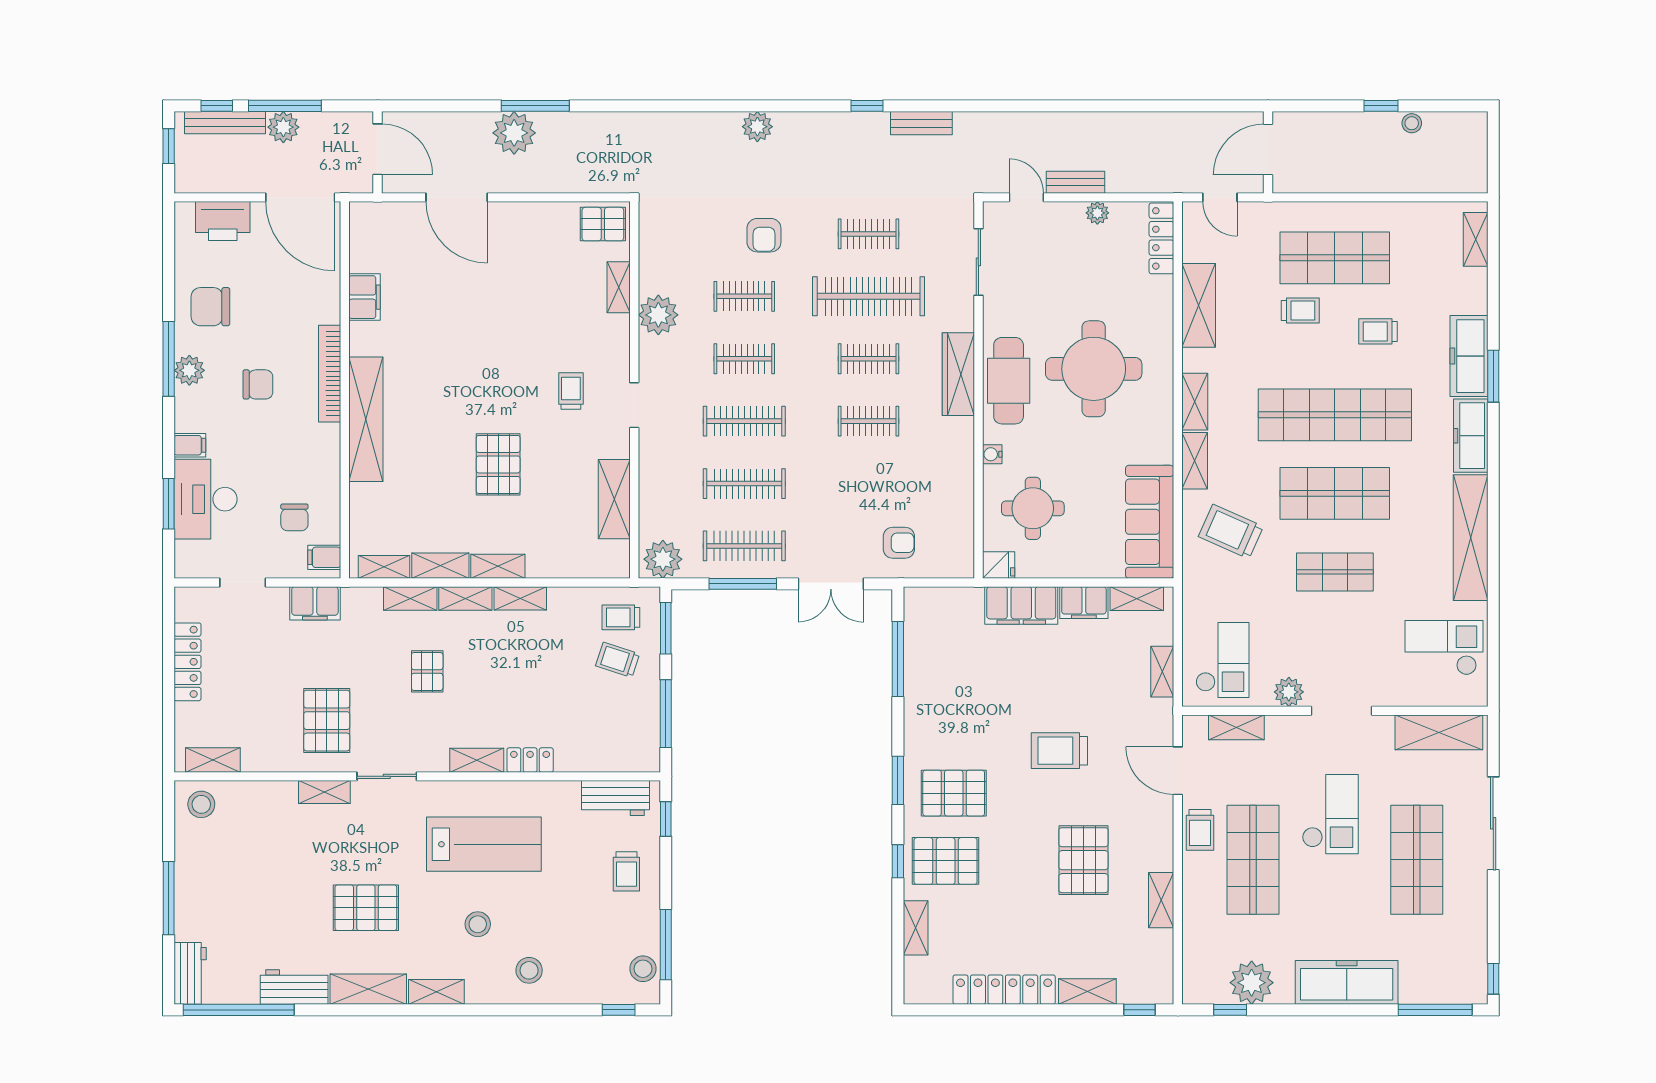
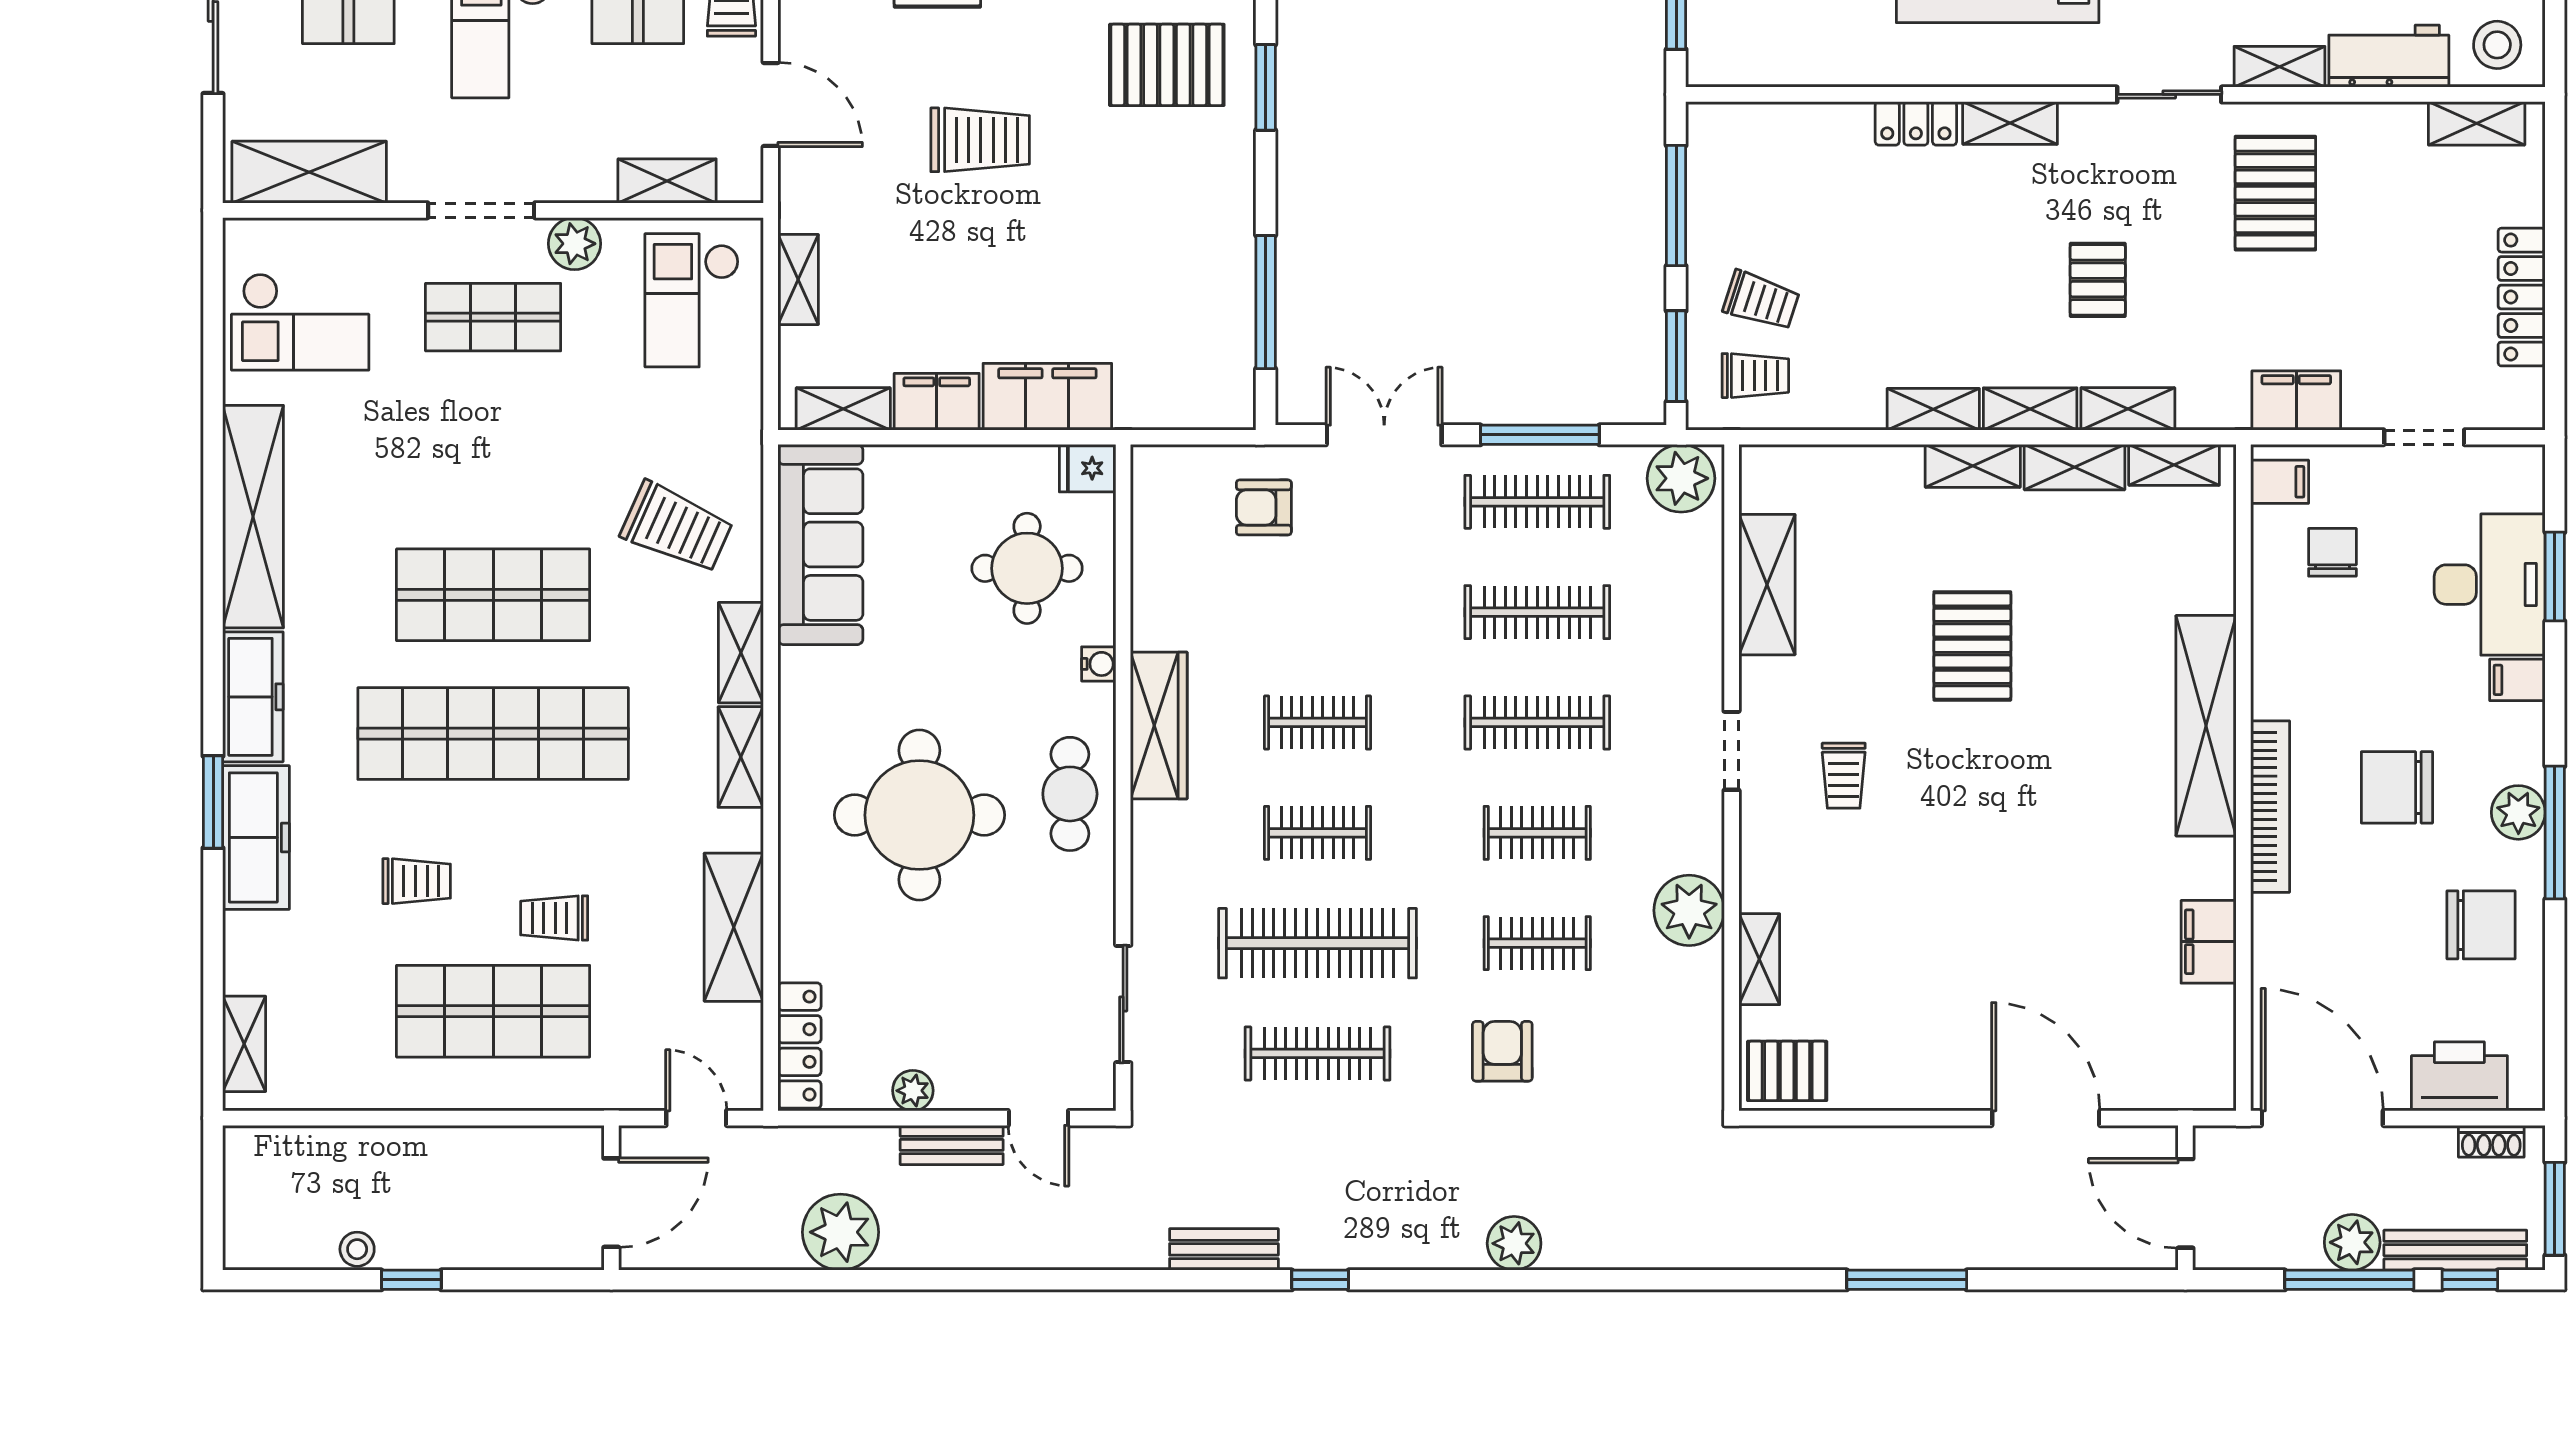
plant: (514, 133) -> (840, 1232), moved
window: (169, 146) -> (2555, 1209), width x1.50
shoe rack: (205, 184) -> (2491, 1141), added
clothes rail: (869, 234) -> (1318, 1053), width x1.36
wardrobe: (958, 374) -> (1159, 725), moved
cafe table: (1009, 381) -> (1070, 794), width x0.73, depth x0.74
chair: (258, 384) -> (2397, 787), width x1.37, depth x1.37
shop shelf: (1335, 572) -> (493, 317), moved
workbench: (616, 798) -> (2389, 56), moved

